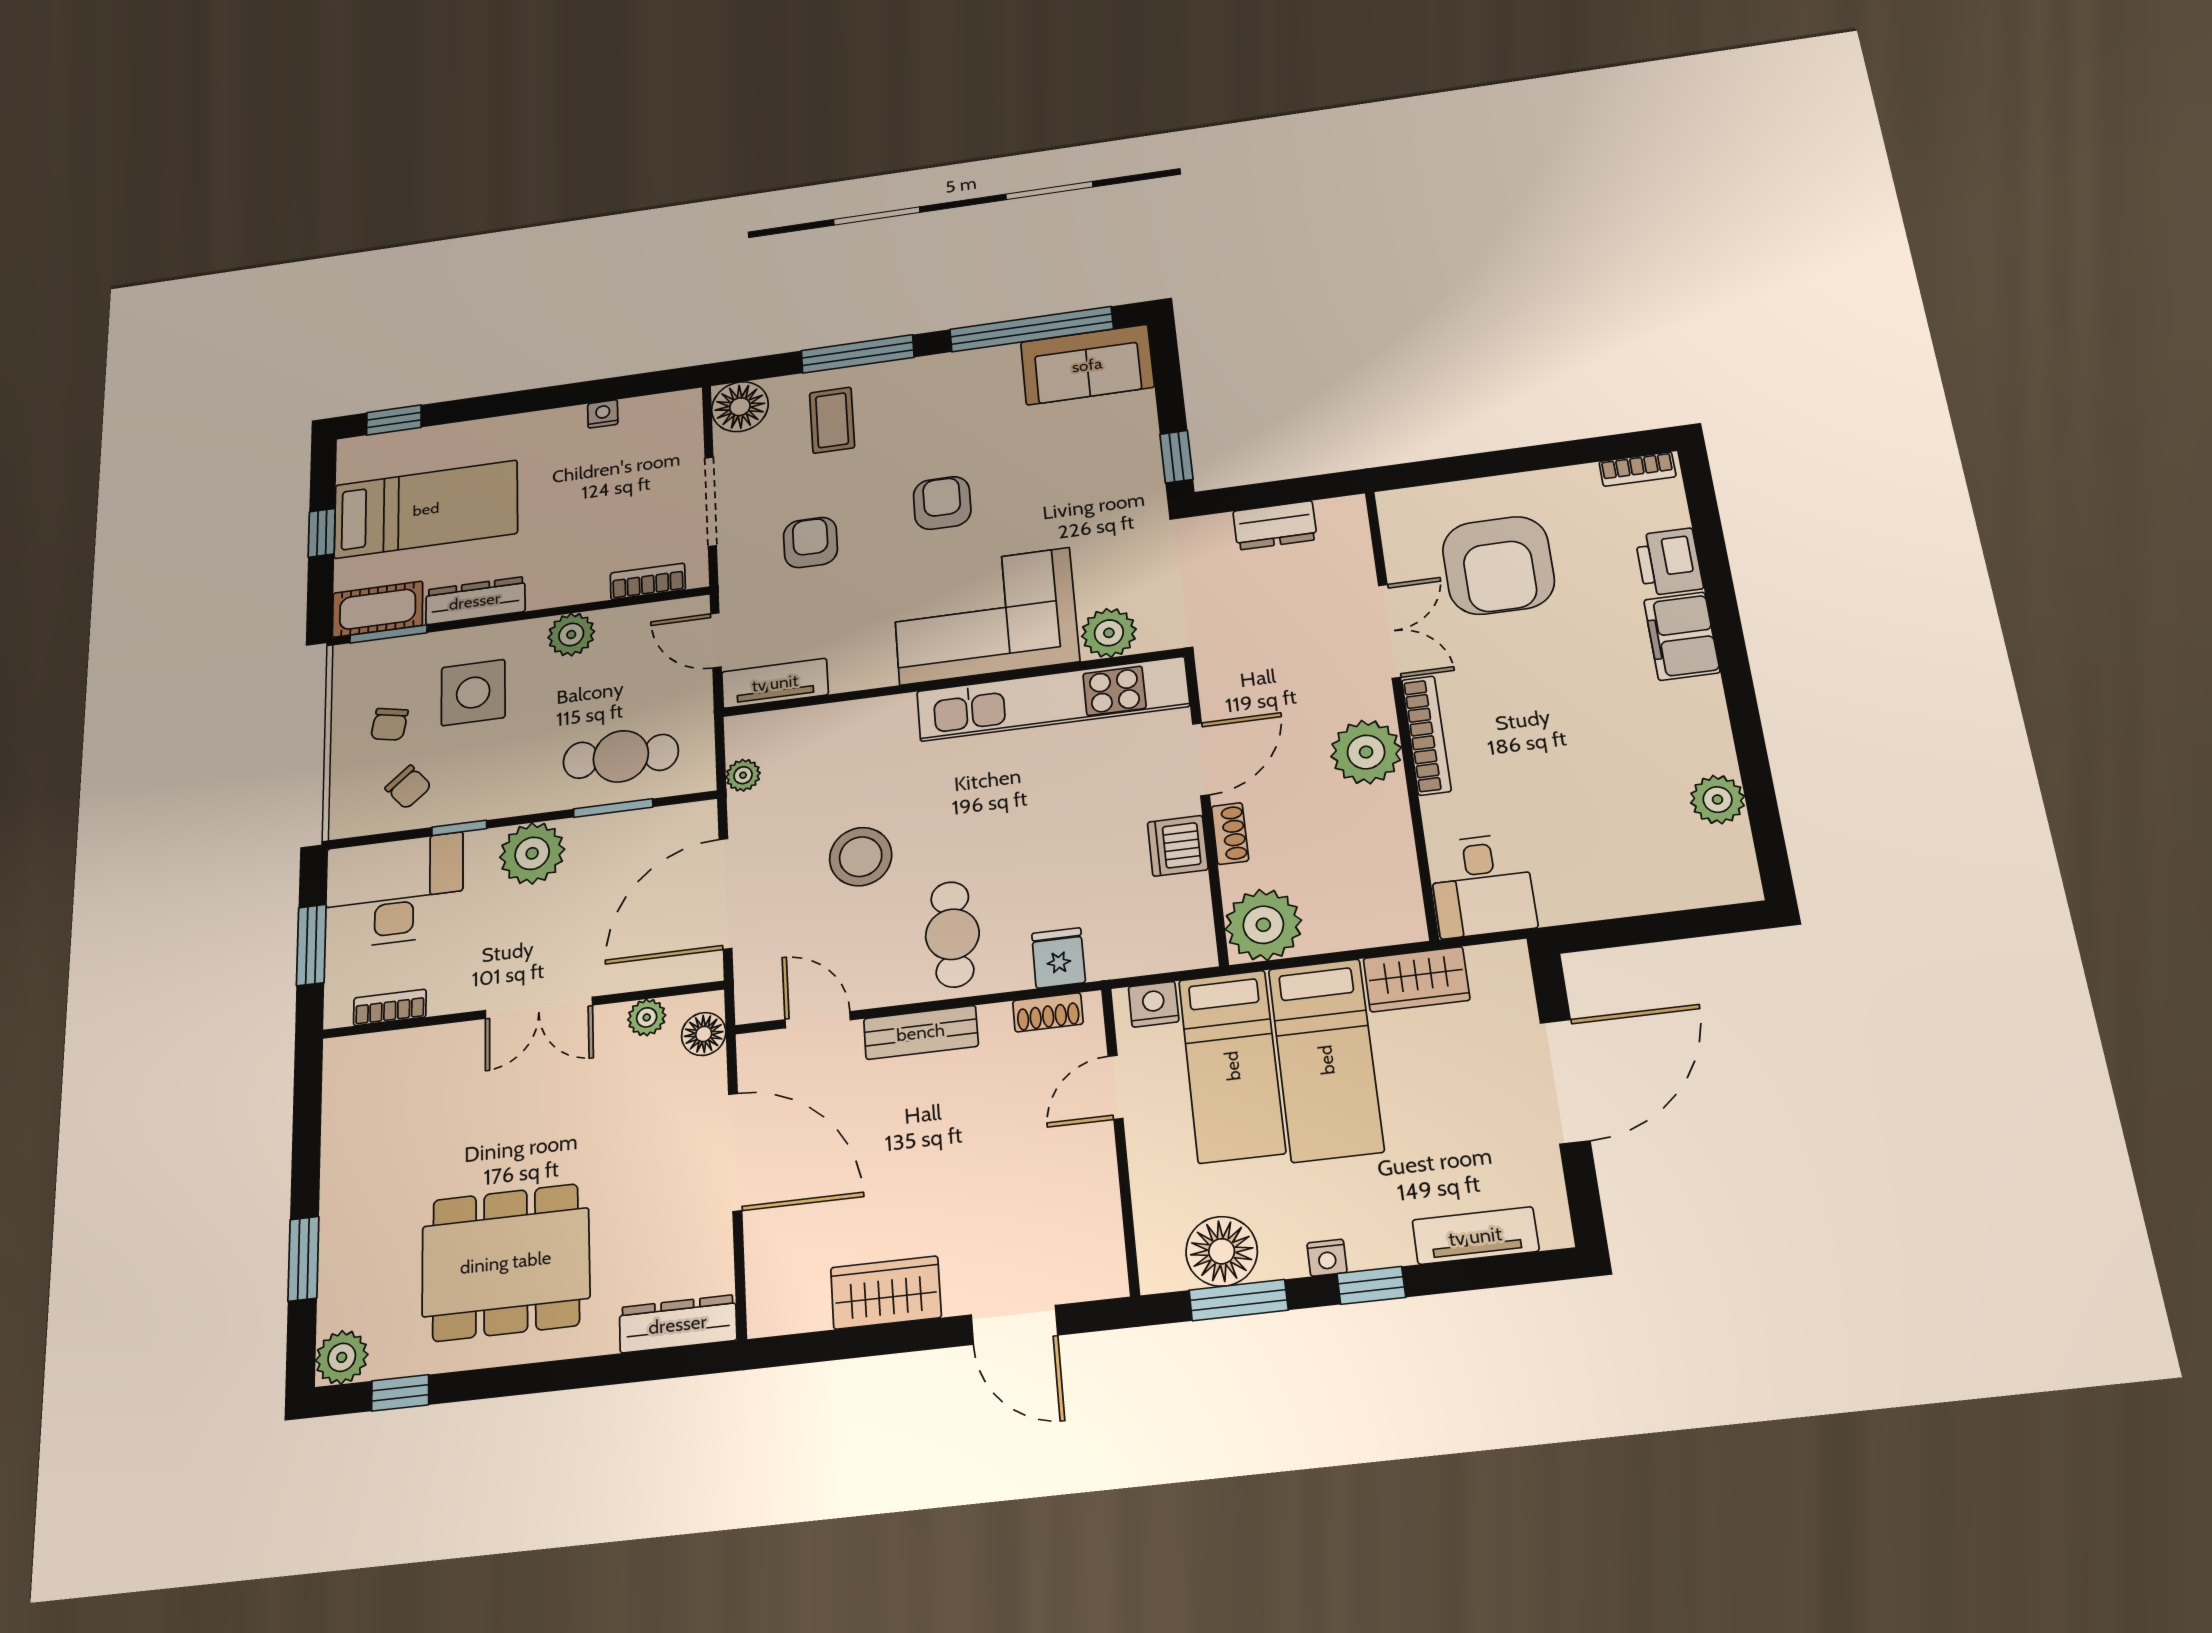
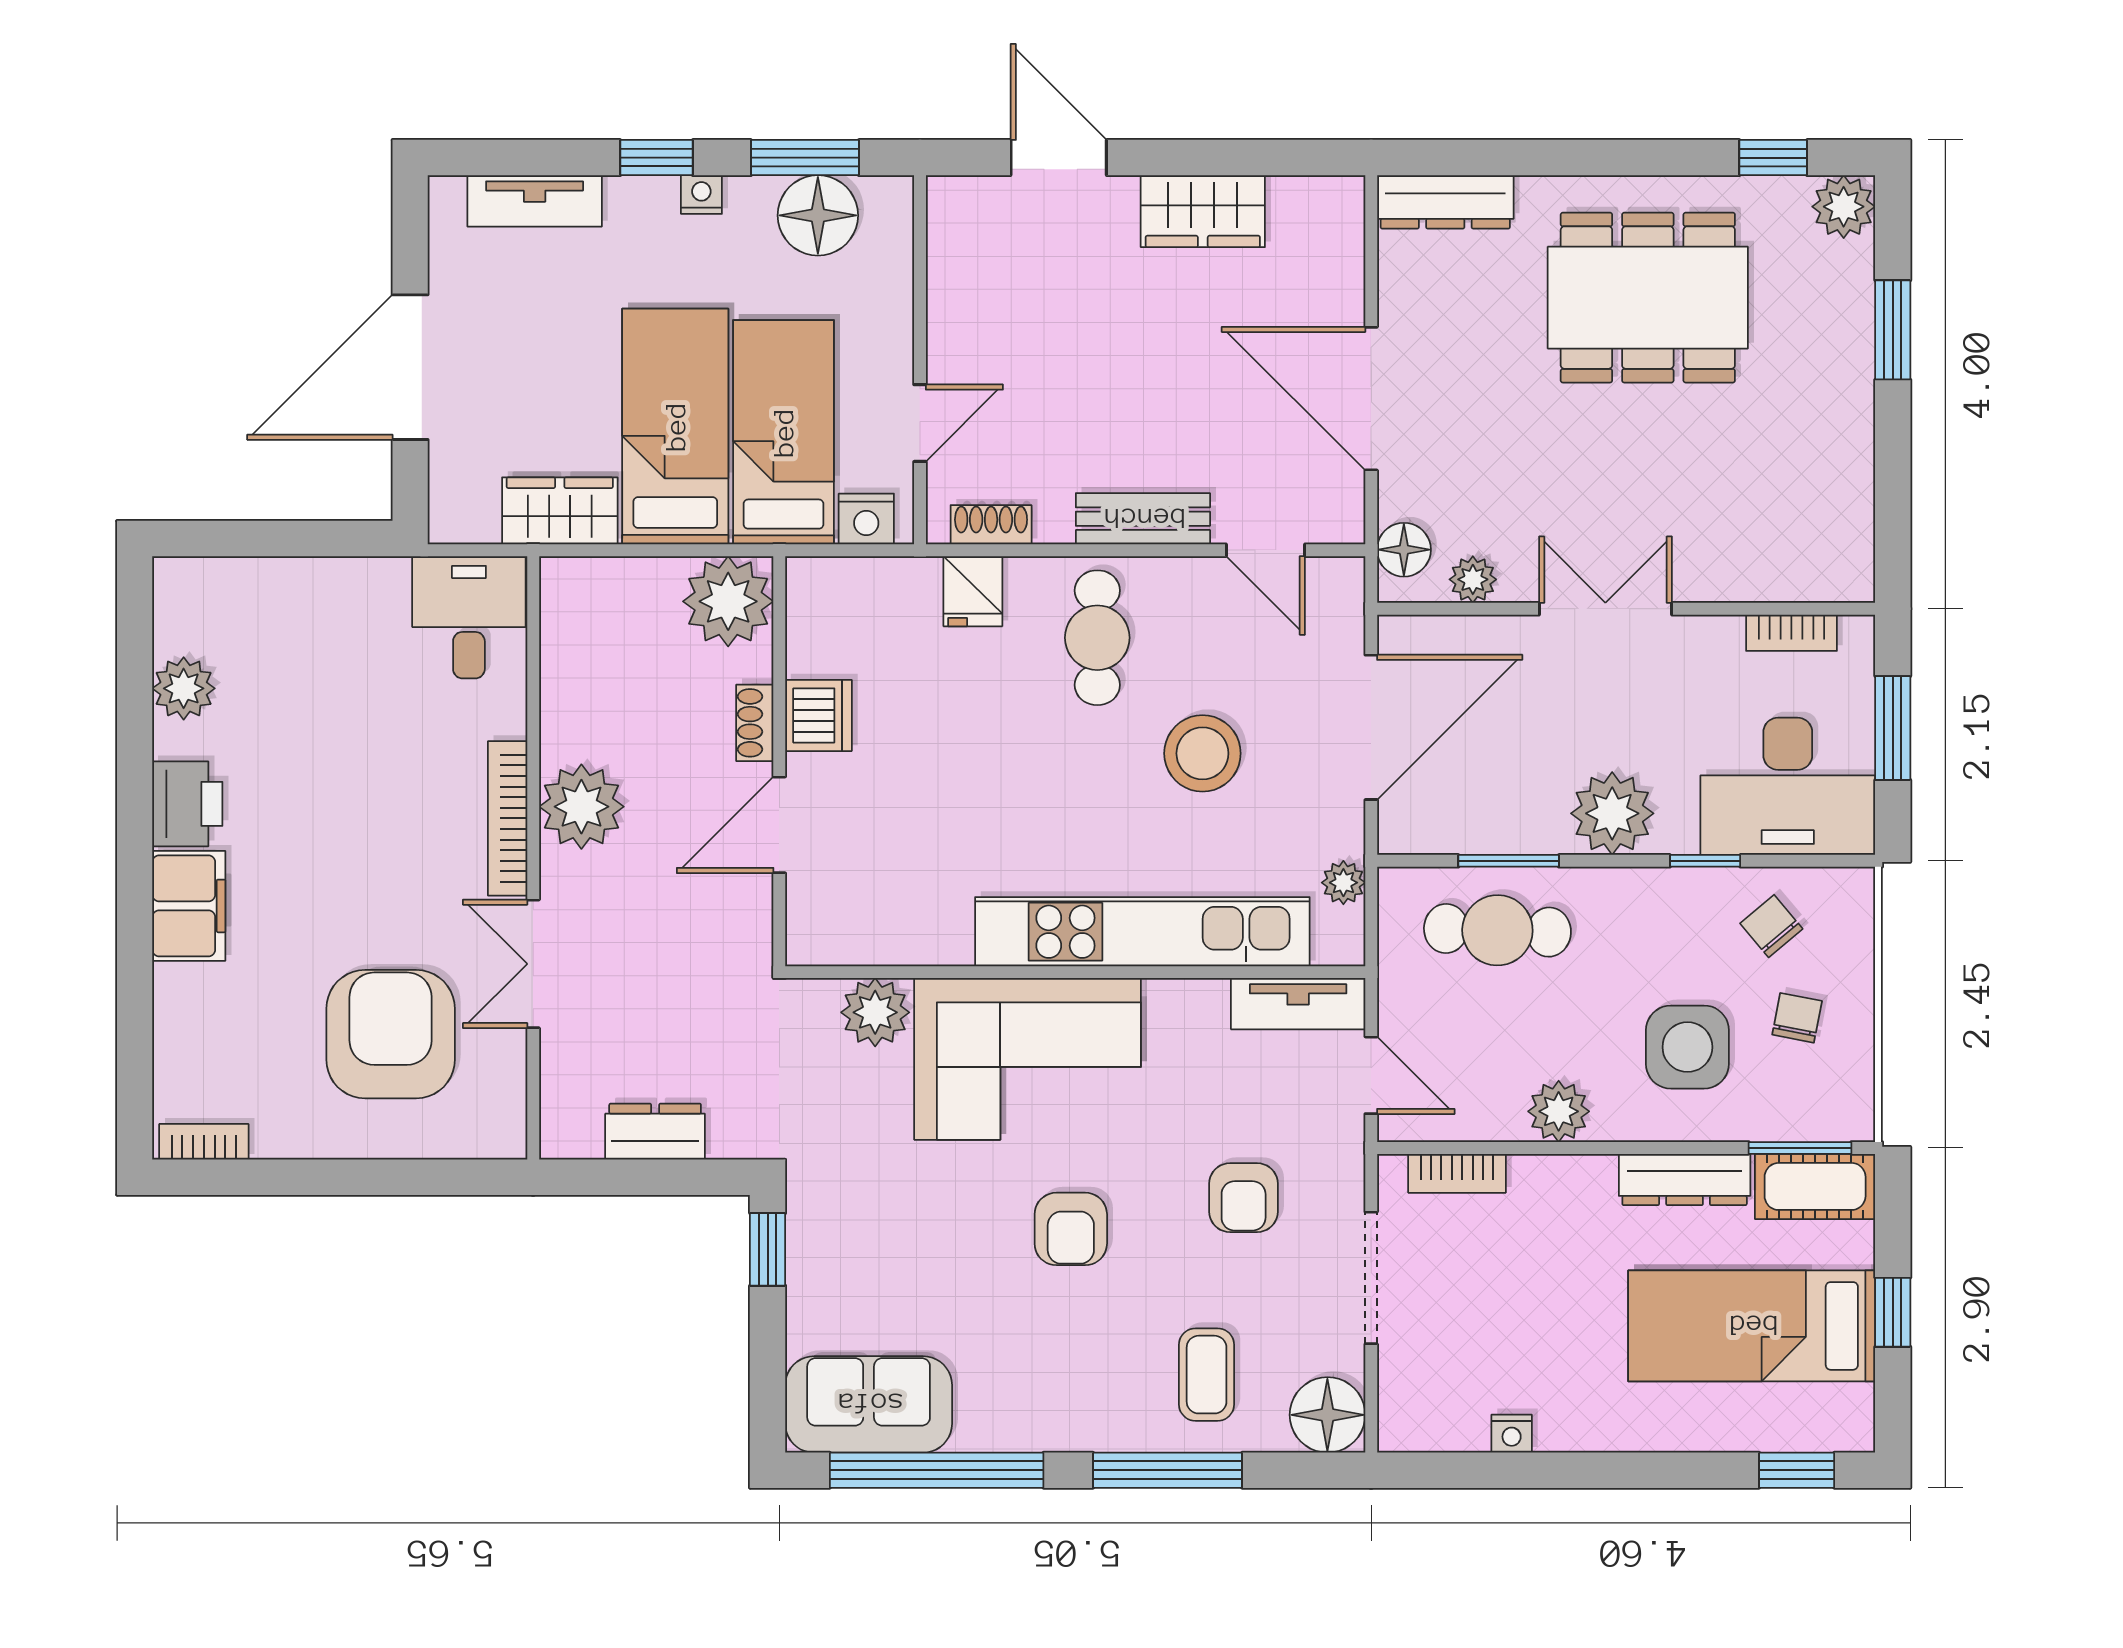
printer: (1669, 562) -> (187, 804), moved
kitchen unit: (1053, 699) -> (1142, 932), moved

